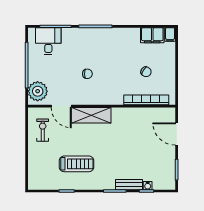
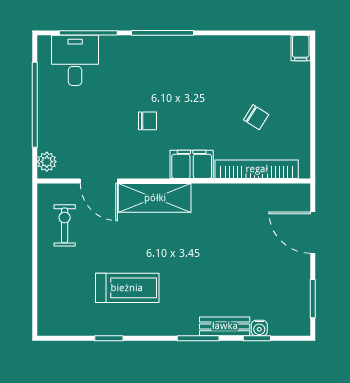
filing cabinet: (152, 35) -> (192, 164), moved, turned 180
plant: (38, 91) -> (47, 162), width x0.53, depth x0.53

